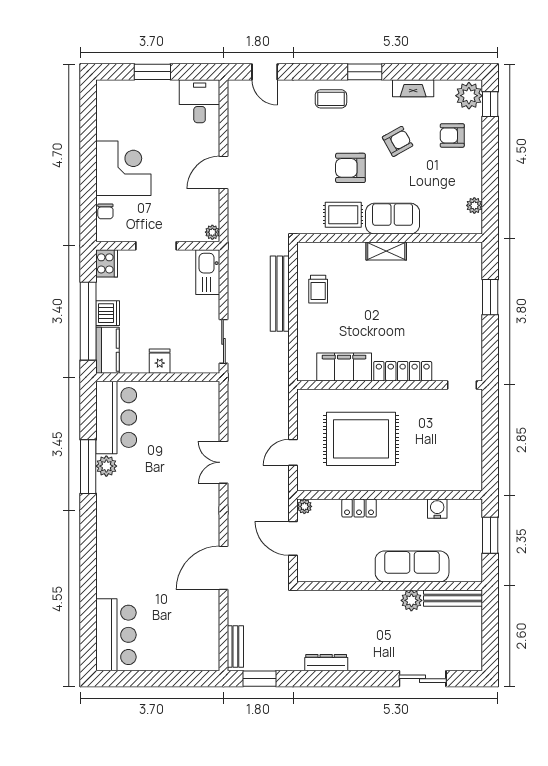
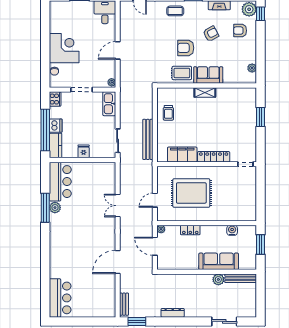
bench: (280, 294) -> (148, 139), moved

